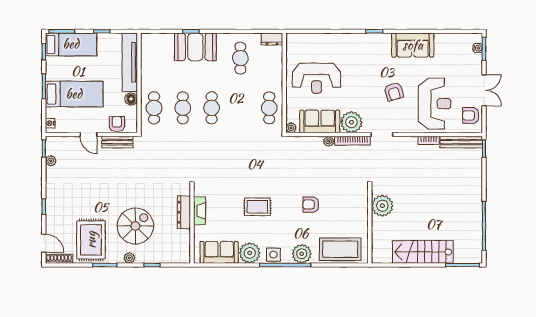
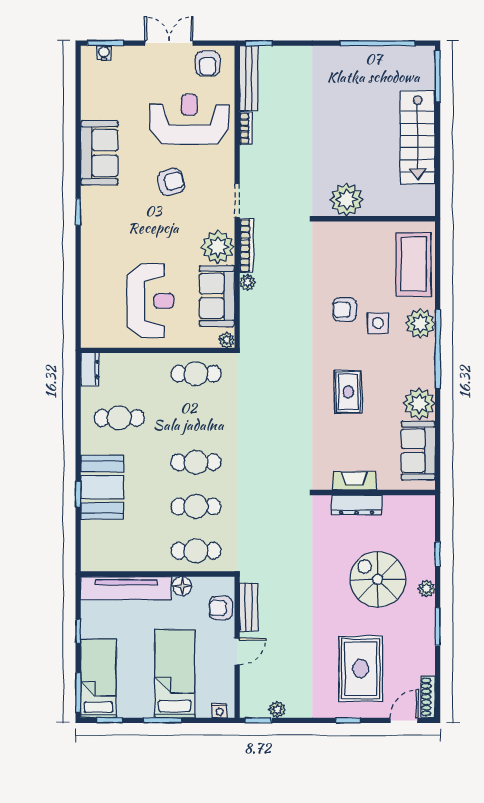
armchair: (311, 205) -> (345, 310), turned 90
rug: (91, 240) -> (361, 669), moved, turned 90
side table: (273, 255) -> (378, 323), moved

